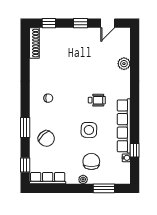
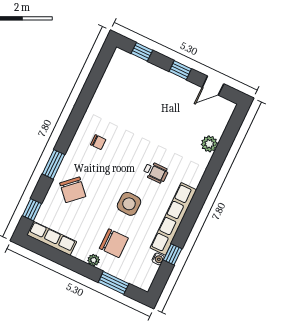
shoe rack: (34, 43) -> (113, 68), removed
chair: (91, 161) -> (114, 243), turned 90

